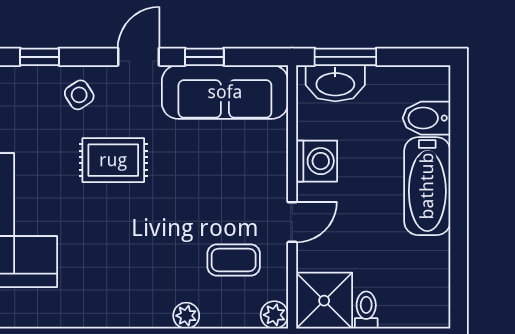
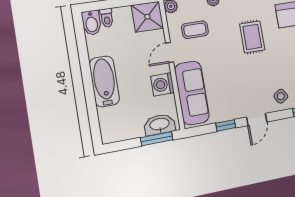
sofa: (225, 92) -> (192, 93), moved, turned 90
bidet: (427, 118) -> (91, 23), moved, turned 90
rug: (113, 160) -> (252, 37), moved, turned 90
toilet: (366, 310) -> (107, 18), moved

